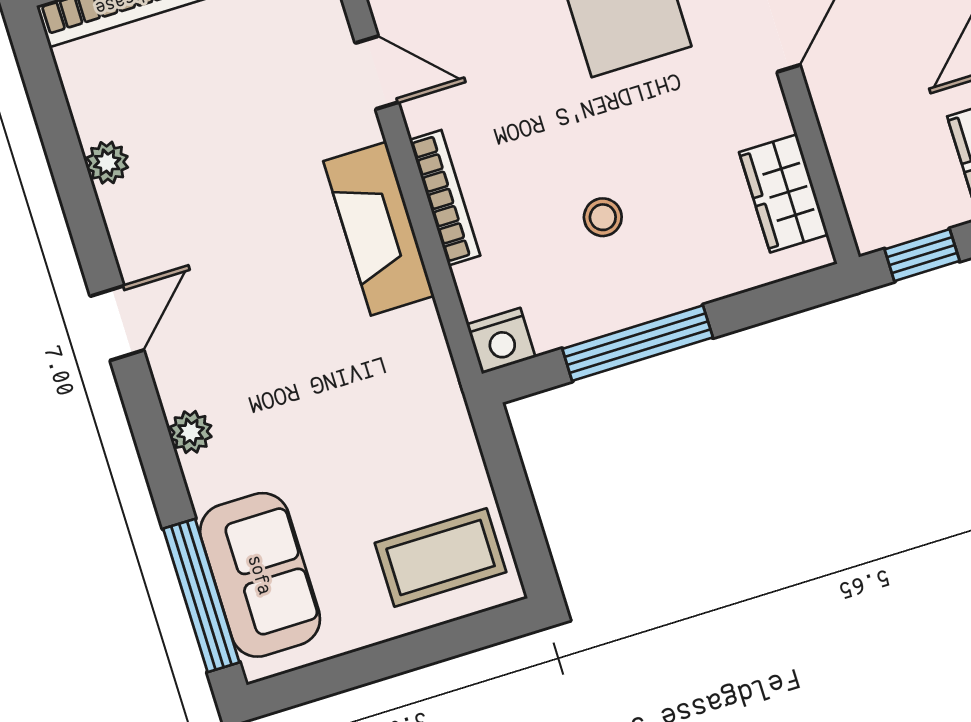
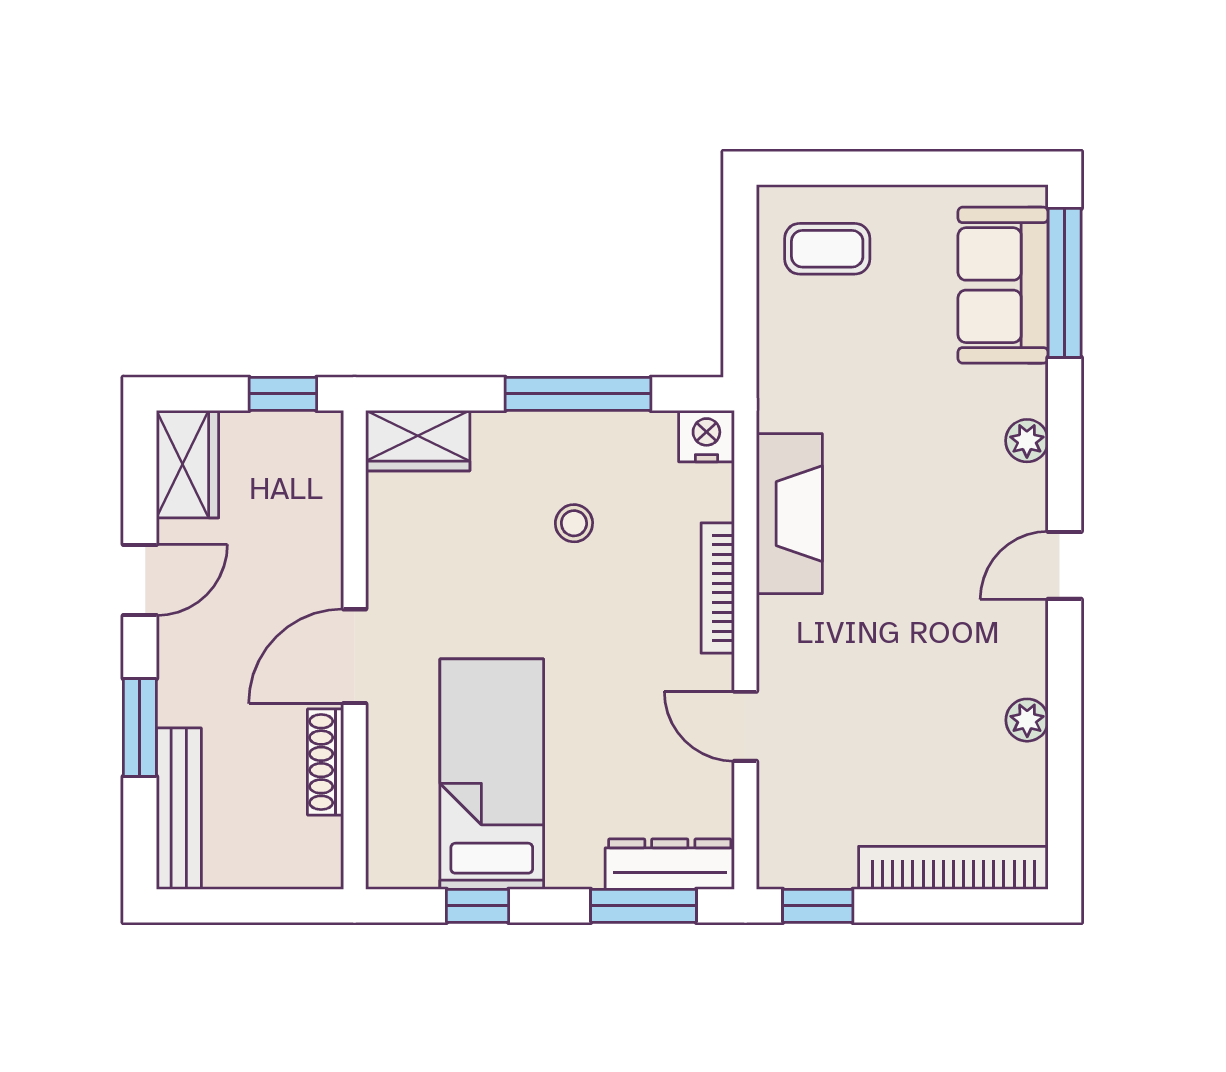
wardrobe: (784, 193) -> (418, 441), moved, turned 90
fireplace: (379, 229) -> (789, 514), moved
coffee table: (441, 557) -> (827, 249), width x0.73, depth x0.77

